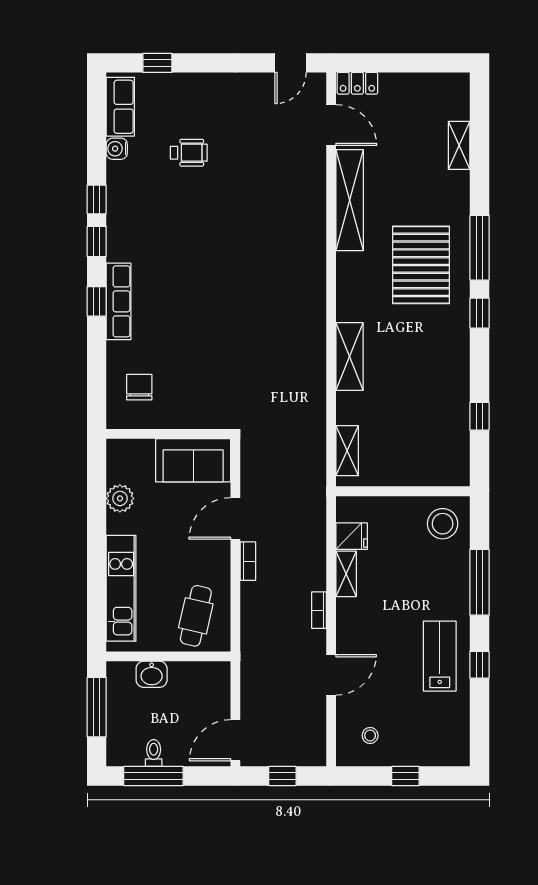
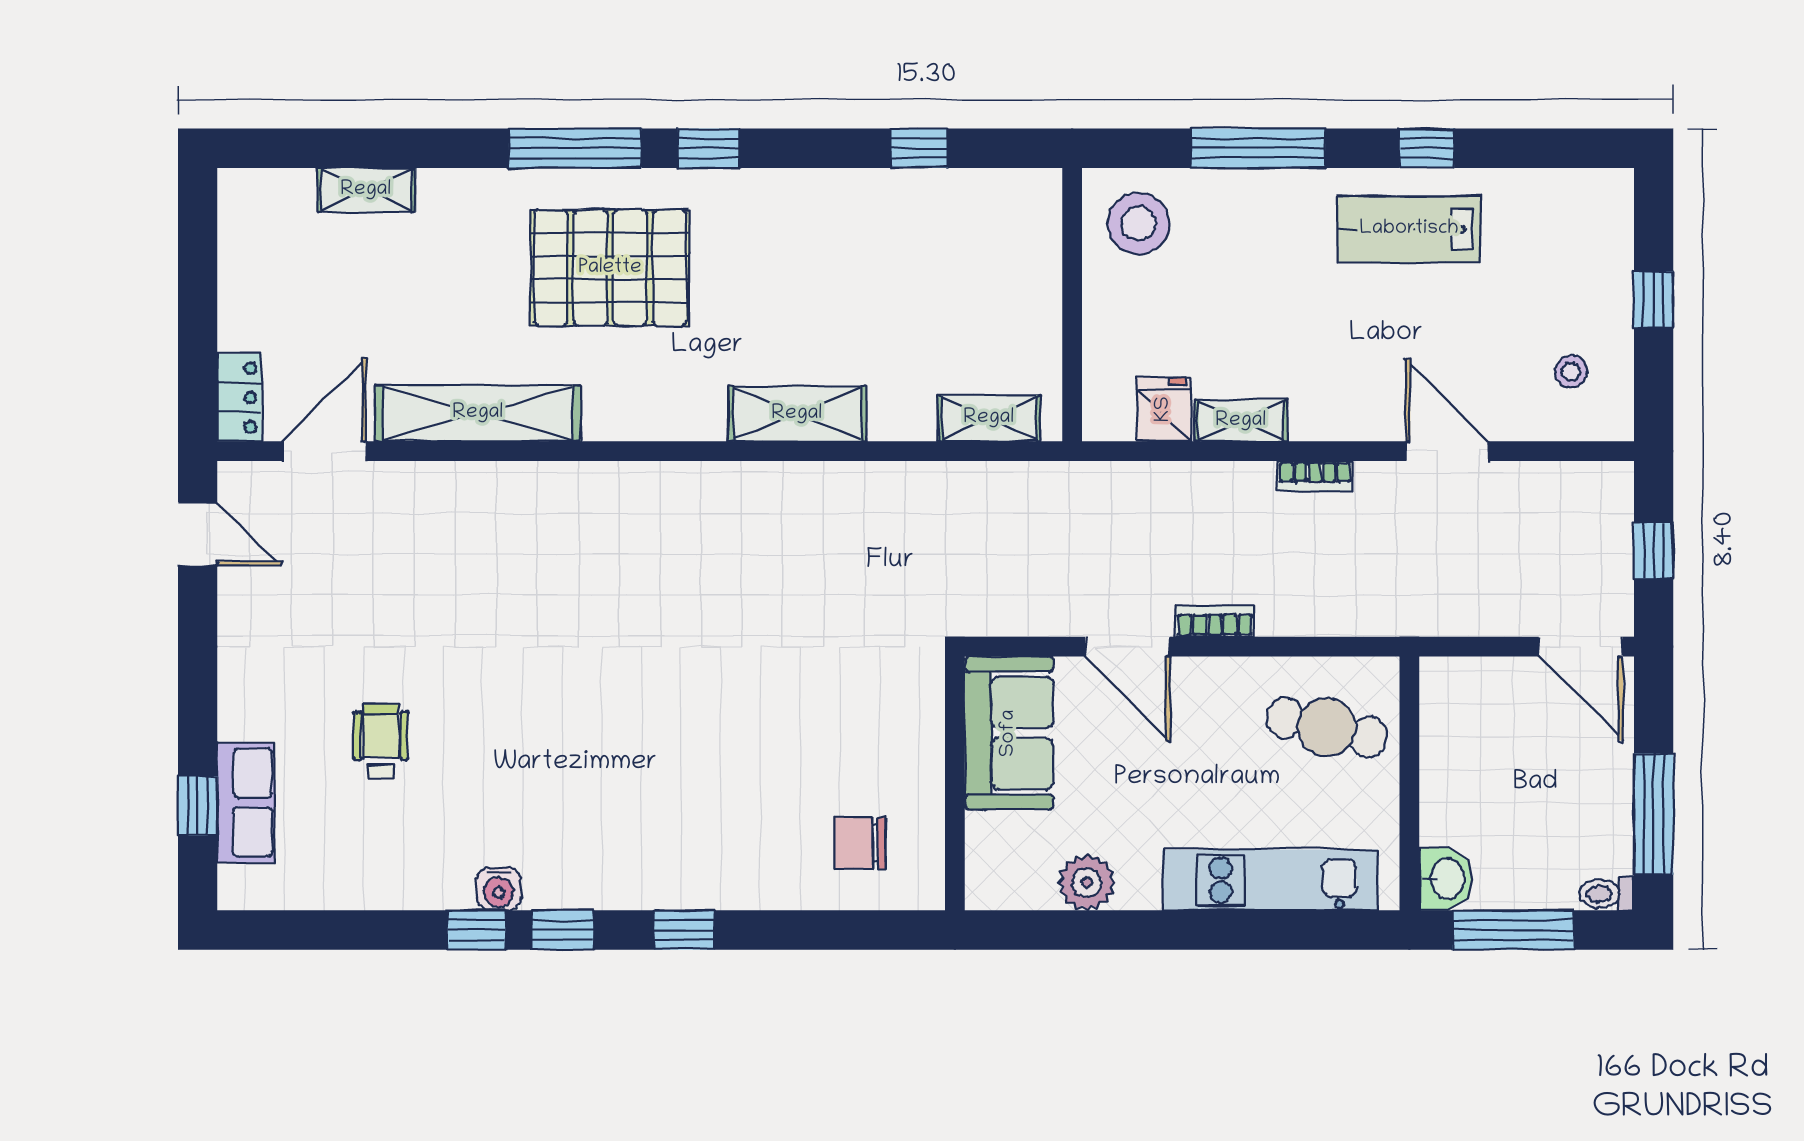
row of seats: (120, 107) -> (246, 803), moved, turned 90
water cooler: (117, 149) -> (499, 889), moved
row of seats: (119, 301) -> (685, 885), removed
washbasin: (152, 674) -> (1446, 879), moved
toilet: (154, 753) -> (1607, 894), moved

